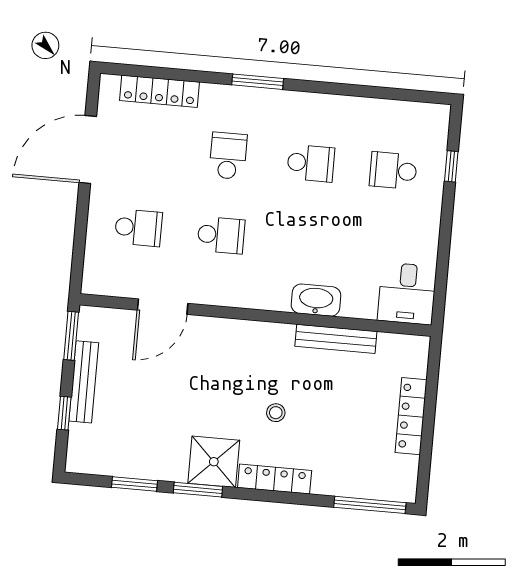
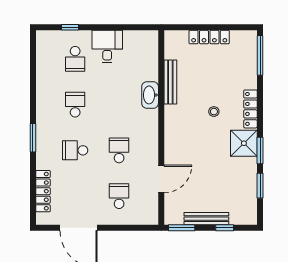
desk: (407, 293) -> (107, 46), moved, turned -90
door: (163, 307) -> (161, 179), hinge flipped

